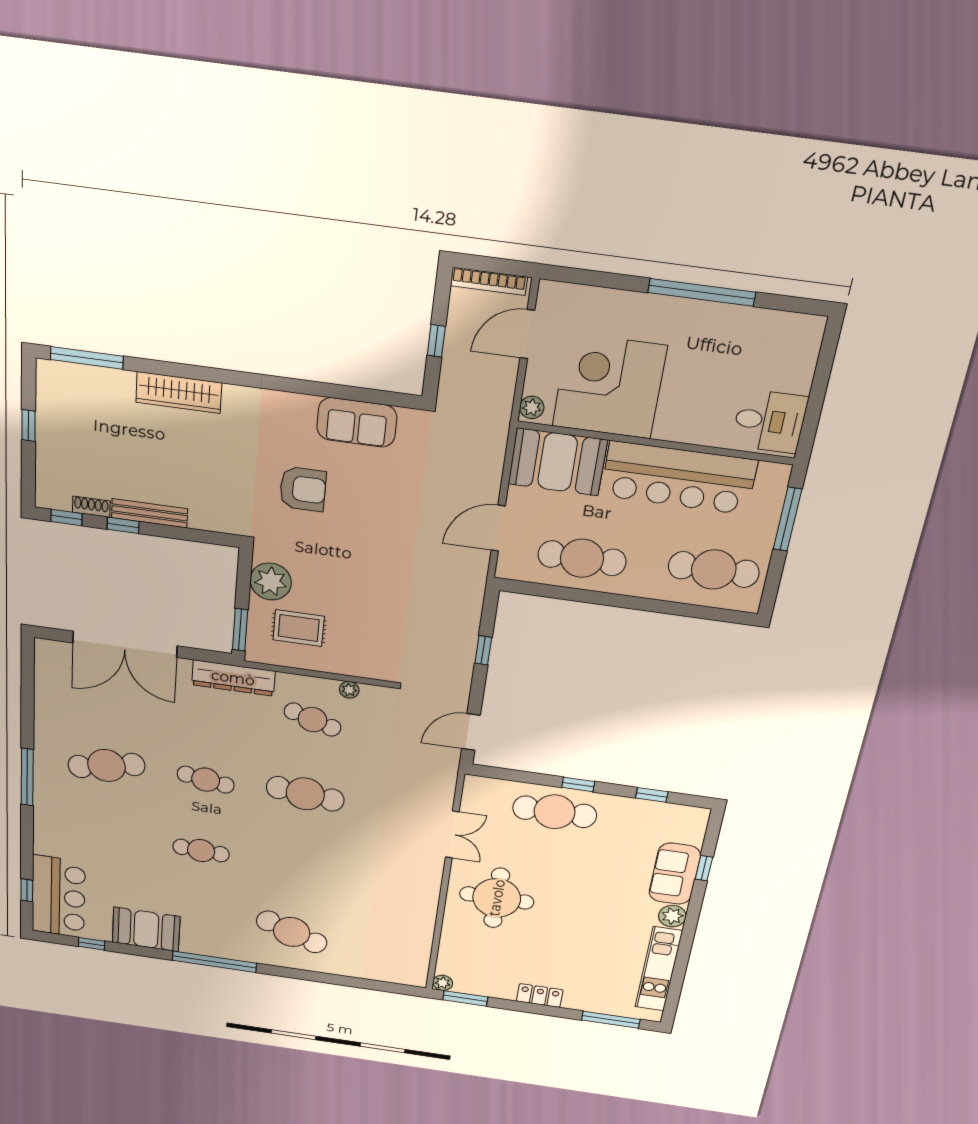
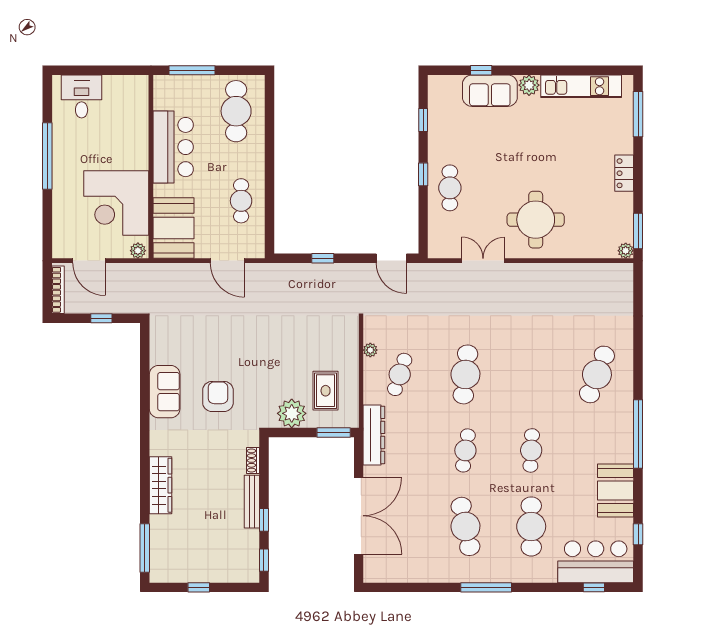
desk: (769, 421) -> (82, 96), moved
sofa: (357, 422) -> (165, 392), moved
bar counter: (679, 478) -> (173, 147), width x0.73
shoe rack: (91, 507) -> (253, 460), moved
cafe table: (582, 558) -> (241, 201), width x0.73, depth x0.74
cafe table: (555, 812) -> (450, 188), width x0.73, depth x0.74
cafe table: (104, 837) -> (531, 526), added

